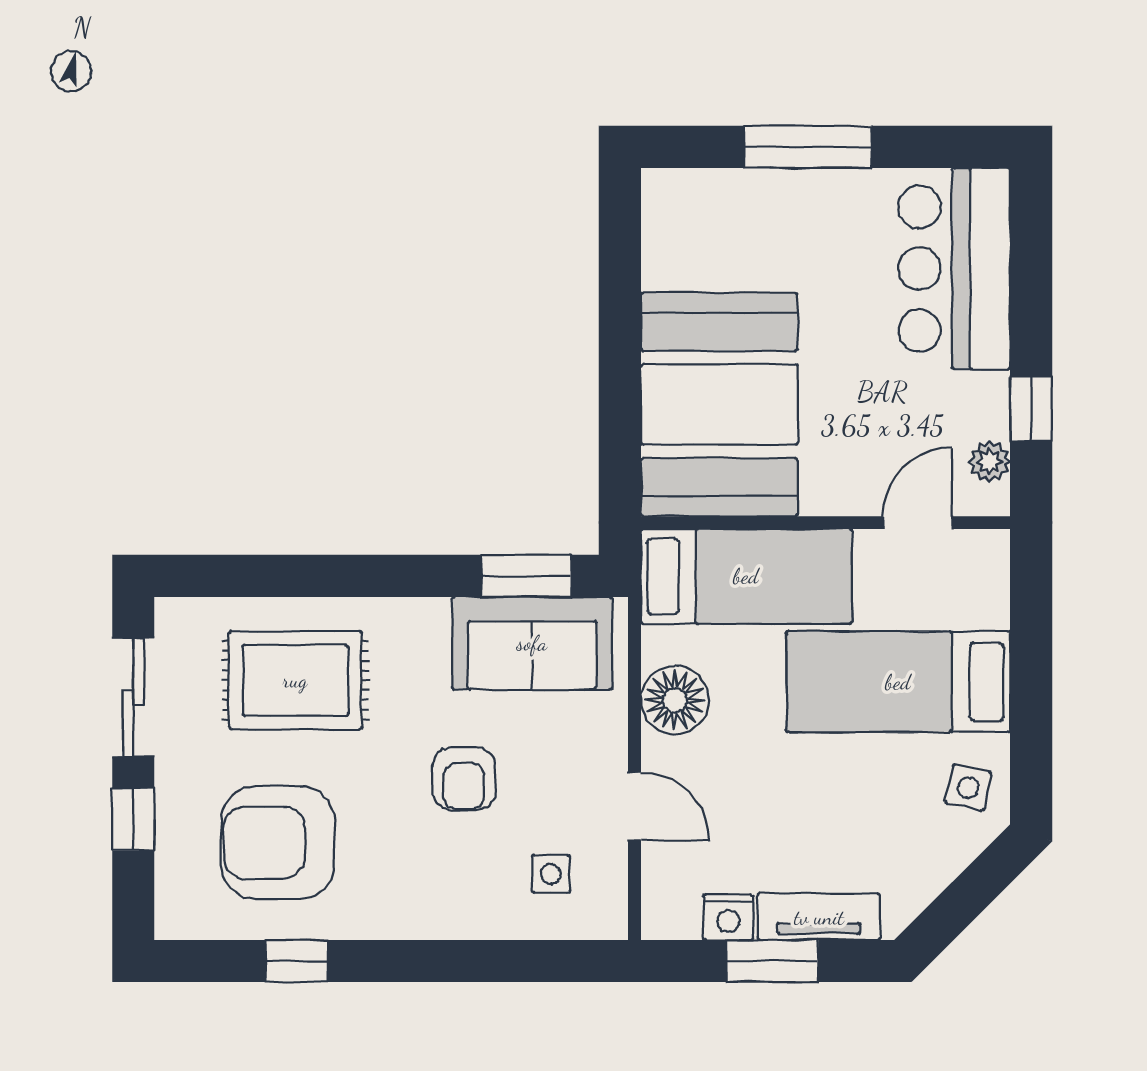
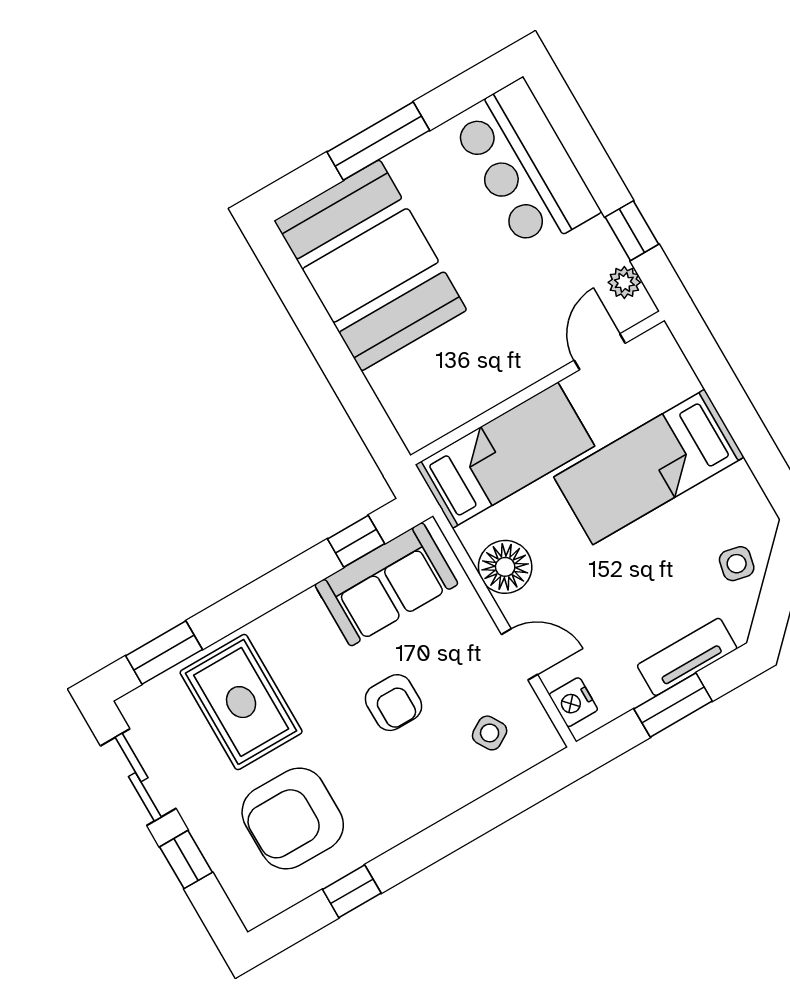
booth: (719, 404) -> (370, 265), moved
window: (242, 576) -> (164, 653), added
window: (526, 576) -> (356, 541), width x0.67
rug: (295, 680) -> (241, 702), turned 90
side table: (968, 788) -> (737, 564), moved
side table: (551, 874) -> (490, 733), turned -31
nightstand: (728, 917) -> (573, 702), moved, turned 90

